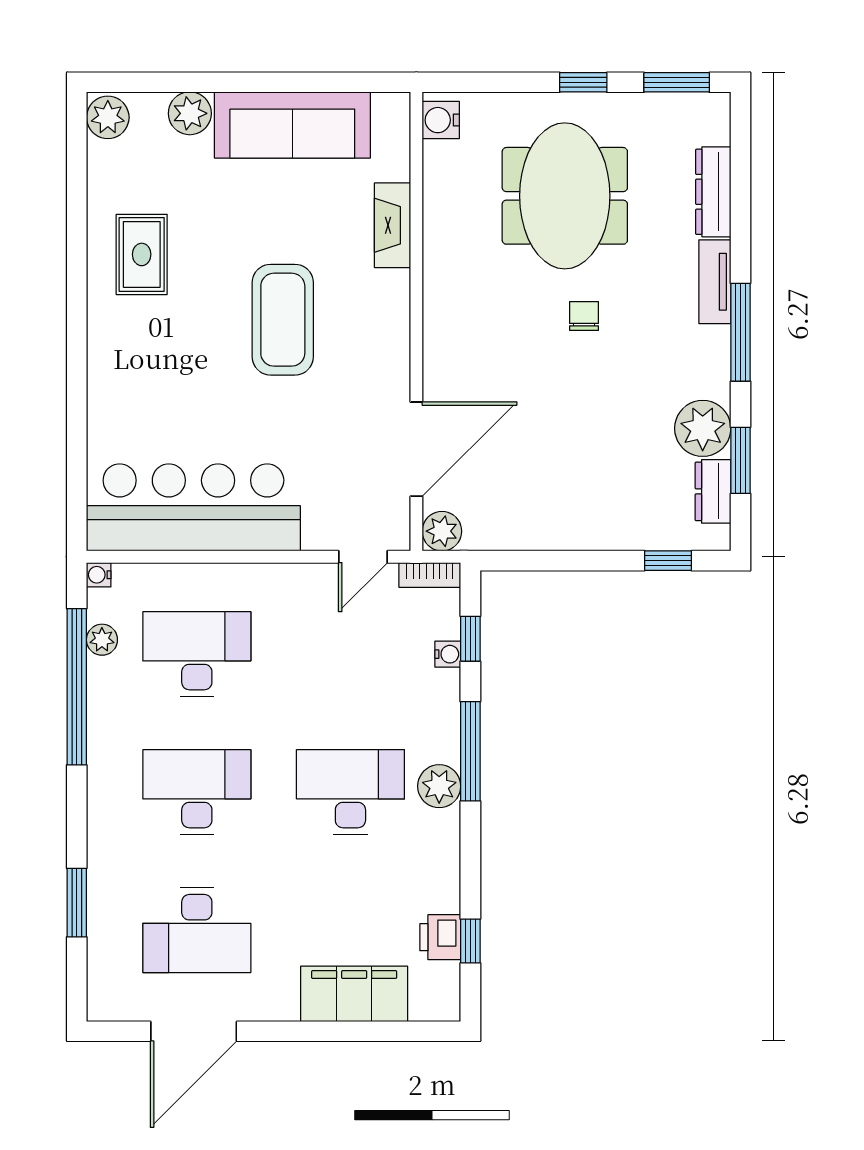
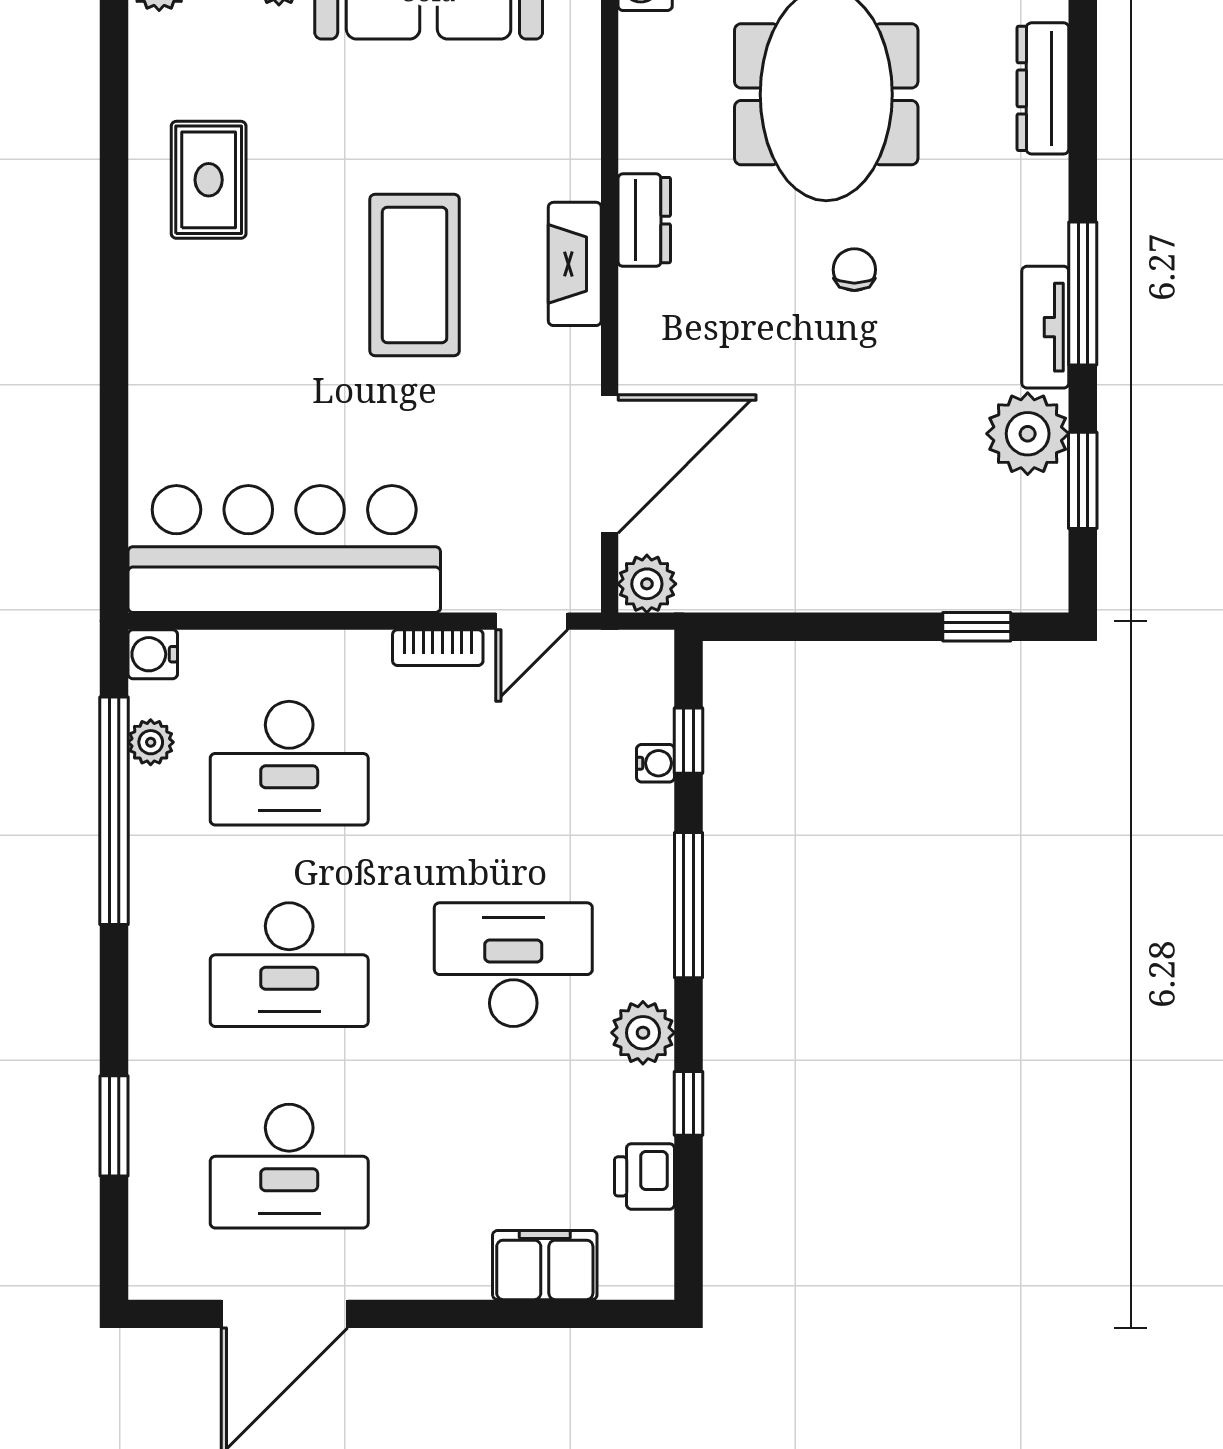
fireplace: (393, 225) -> (575, 264), moved
tv unit: (715, 282) -> (1045, 327), moved
dresser: (713, 491) -> (644, 220), moved, turned 180
water cooler: (99, 575) -> (153, 654), width x1.38, depth x1.38
bookcase: (430, 575) -> (438, 648), moved
desk: (197, 654) -> (289, 763), turned 180
plant: (439, 786) -> (643, 1033), moved
desk: (197, 792) -> (289, 965), turned 180
window: (470, 941) -> (688, 1103), moved
filing cabinet: (354, 994) -> (545, 1265), width x0.67, depth x0.86

